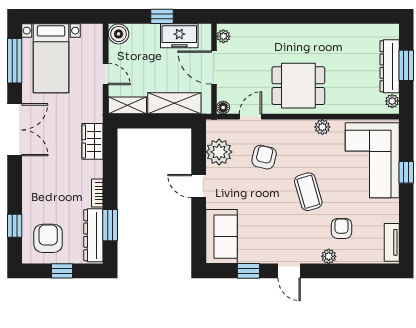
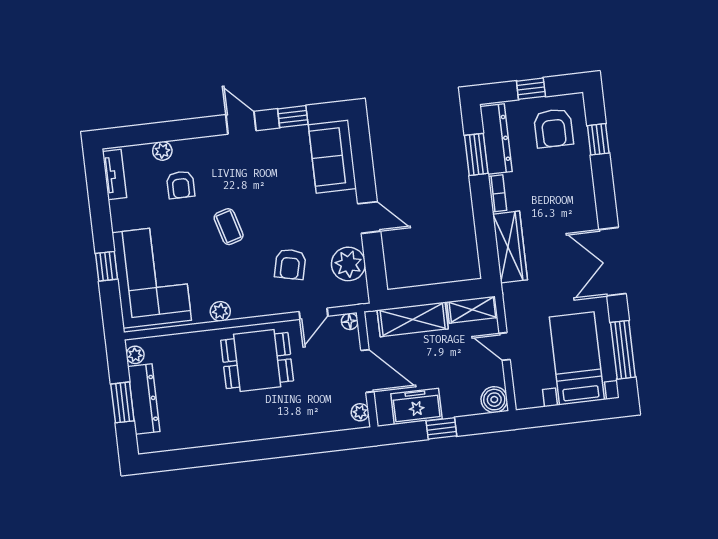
wardrobe: (93, 141) -> (510, 247), width x1.50
coffee table: (308, 192) -> (229, 227), width x0.73, depth x0.77
plant: (329, 256) -> (162, 151), moved

